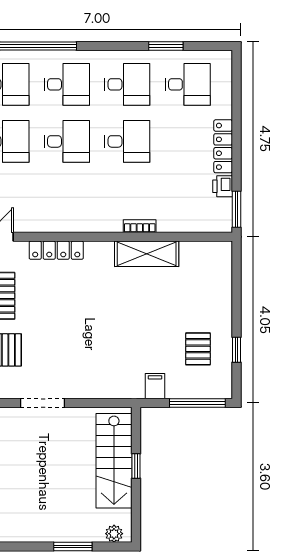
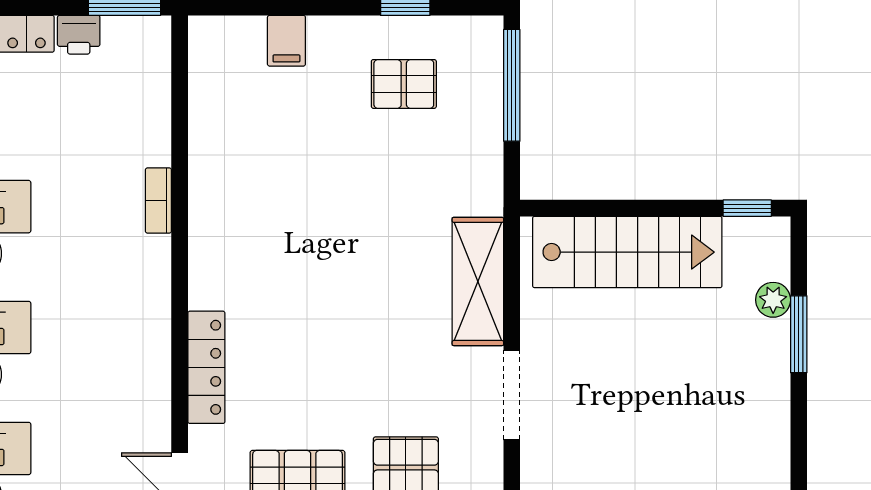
shelving: (147, 254) -> (478, 281), moved
filing cabinet: (155, 386) -> (286, 41), moved, turned -90
window: (136, 466) -> (747, 208), moved
plant: (114, 534) -> (773, 300), moved

